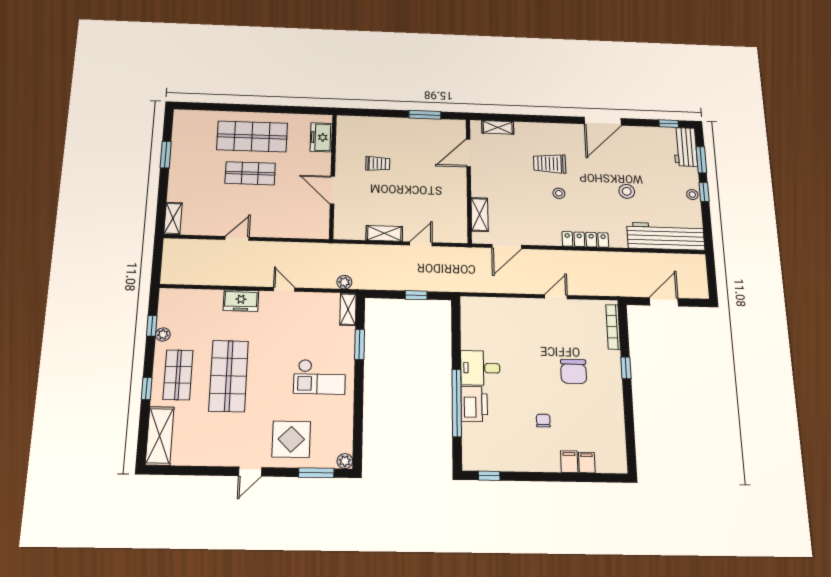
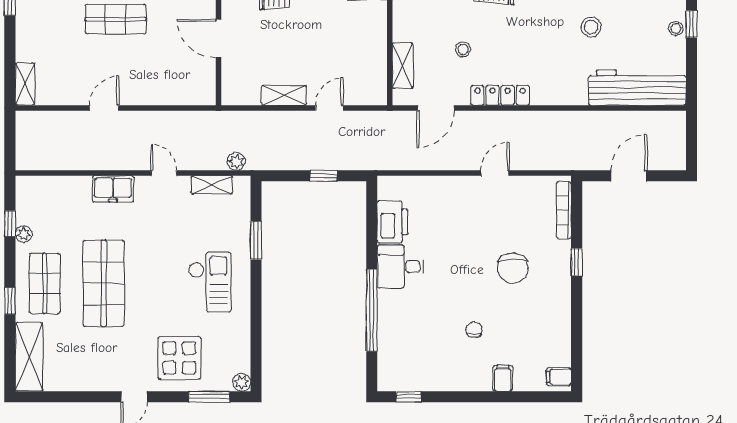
stool: (559, 193) -> (463, 49), moved
locker: (585, 239) -> (500, 95), moved
shelving: (348, 309) -> (212, 185), moved, turned 90
checkout: (320, 377) -> (210, 282), turned -90
printer: (474, 404) -> (392, 222), moved
filing cabinet: (587, 462) -> (559, 377), moved, turned -90

